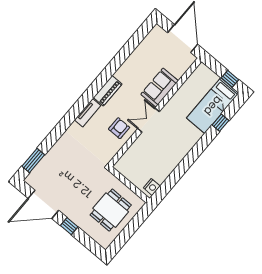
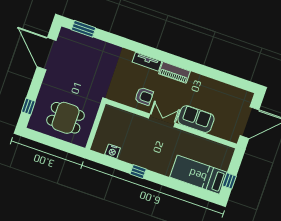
window: (220, 123) -> (138, 172), moved
nightstand: (152, 187) -> (113, 151), moved
window: (69, 226) -> (28, 107), moved

